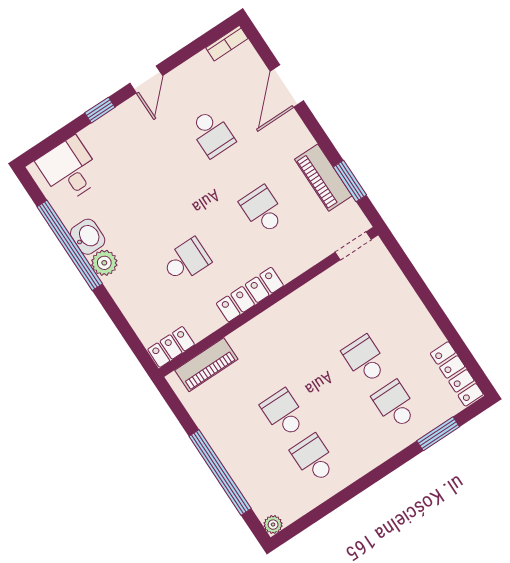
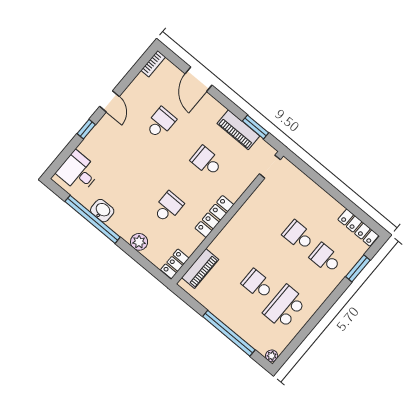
school desk: (212, 133) -> (161, 123), turned -90
plant: (104, 263) -> (139, 242), moved
school desk: (314, 459) -> (285, 307), width x1.85

